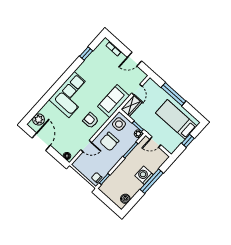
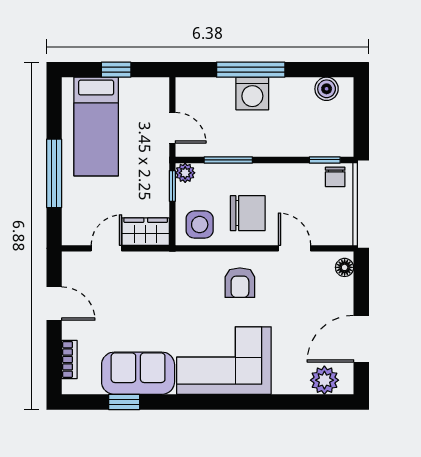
sofa: (114, 101) -> (138, 373), moved, turned 180

